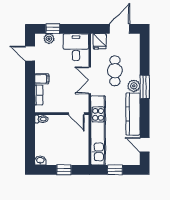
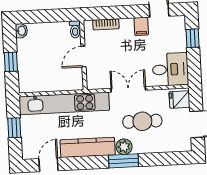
plant: (49, 39) -> (180, 34), removed
filing cabinet: (42, 79) -> (141, 26), moved
door: (76, 114) -> (83, 57), moved

